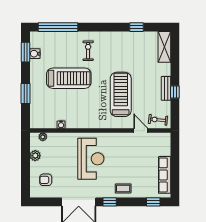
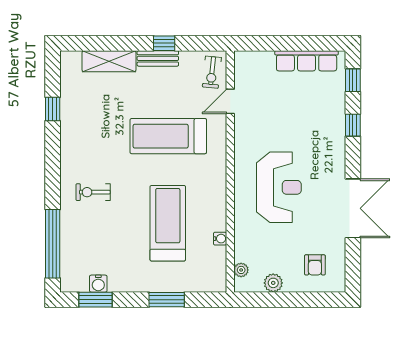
shelving: (164, 47) -> (109, 61), moved
treadmill: (69, 78) -> (168, 223), moved
reception desk: (91, 159) -> (279, 187), turned 90
coffee table: (123, 188) -> (330, 132), removed
window: (110, 202) -> (353, 125), moved

